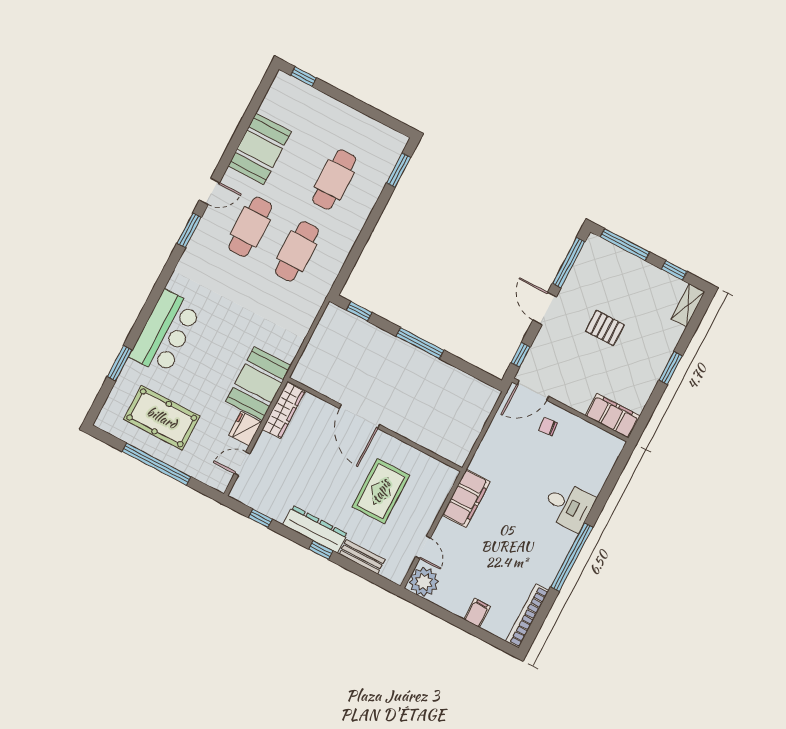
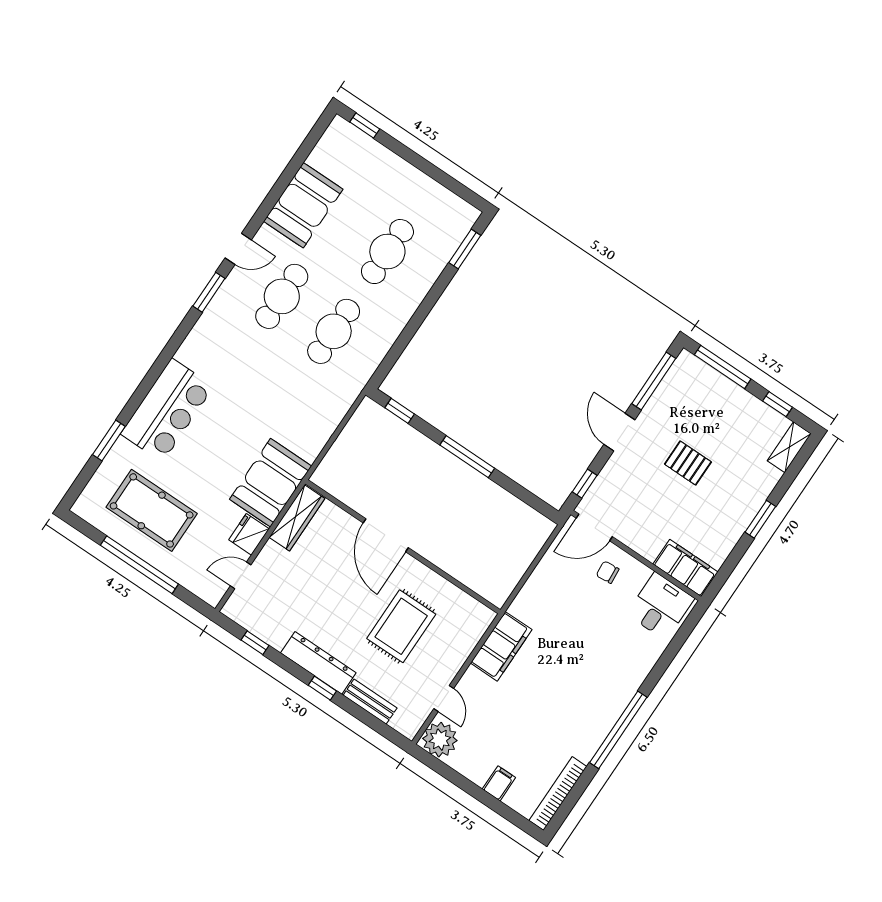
desk: (568, 506) -> (660, 606), moved, turned -90

